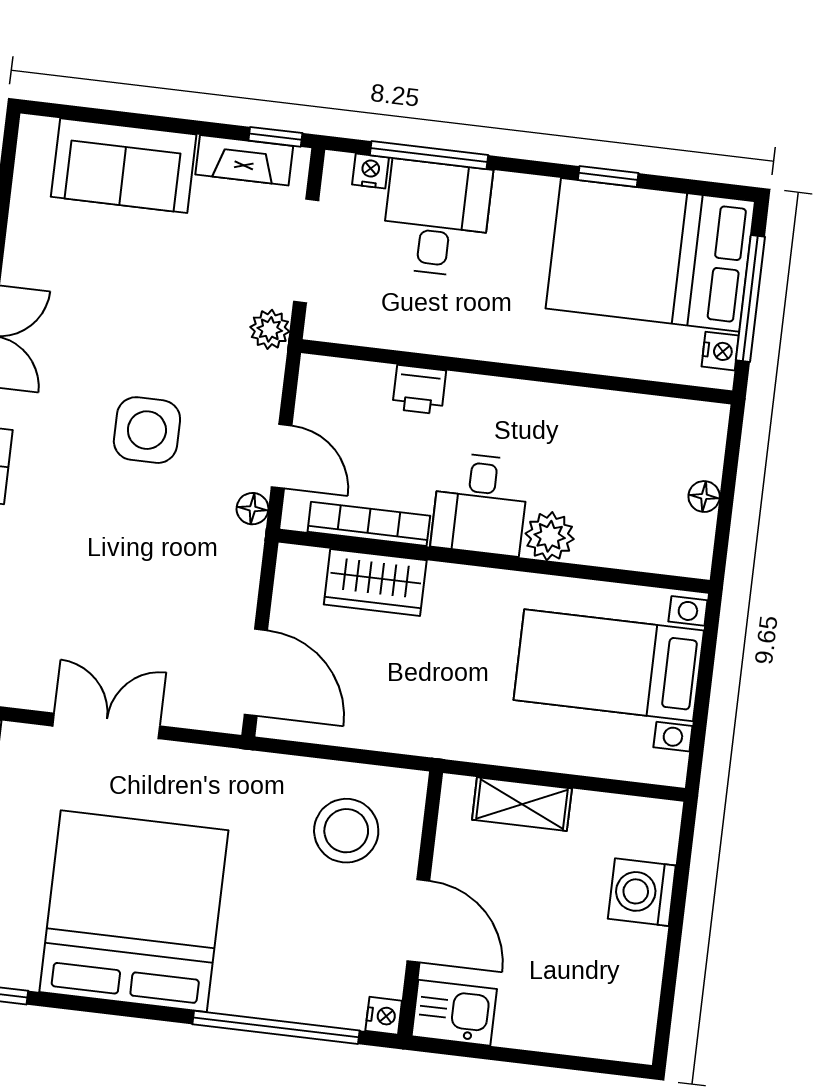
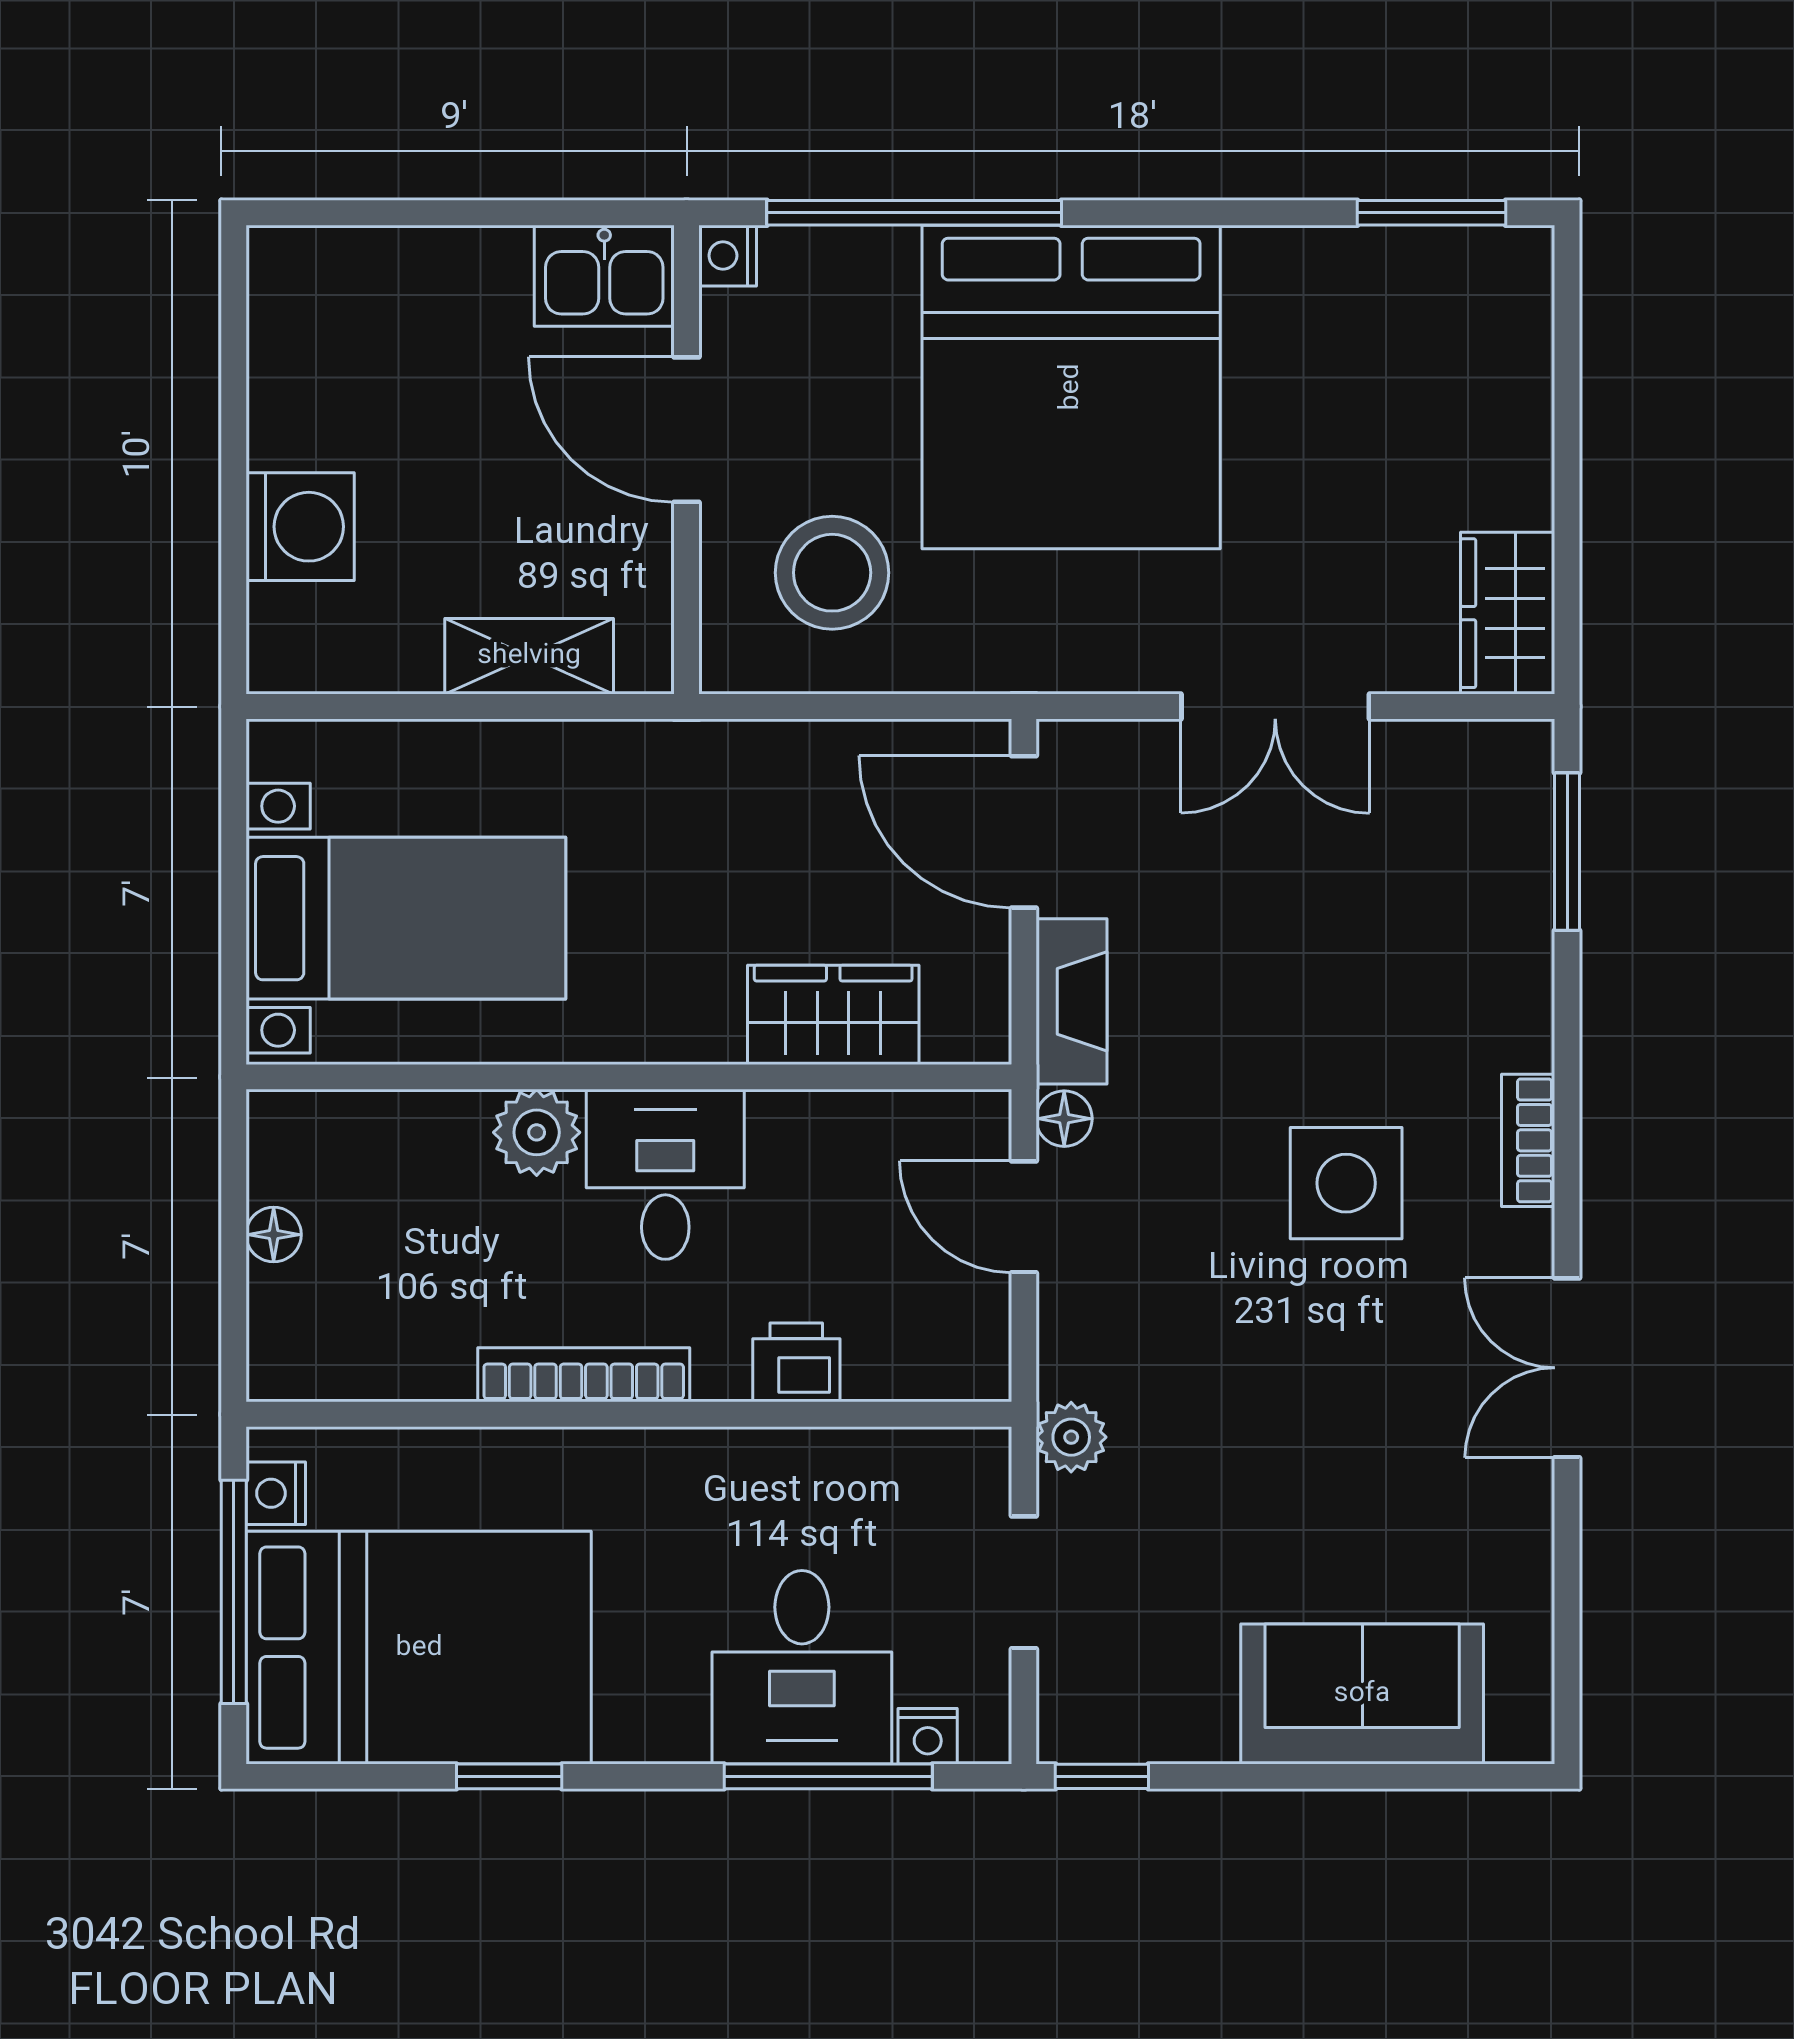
fireplace: (244, 160) -> (1072, 1001), moved, turned 90
doorway: (306, 251) -> (1024, 1582), width x0.73
side table: (147, 430) -> (1346, 1183), moved
bookcase: (369, 524) -> (584, 1375), moved, turned 180
bed: (134, 911) -> (1071, 387), moved

